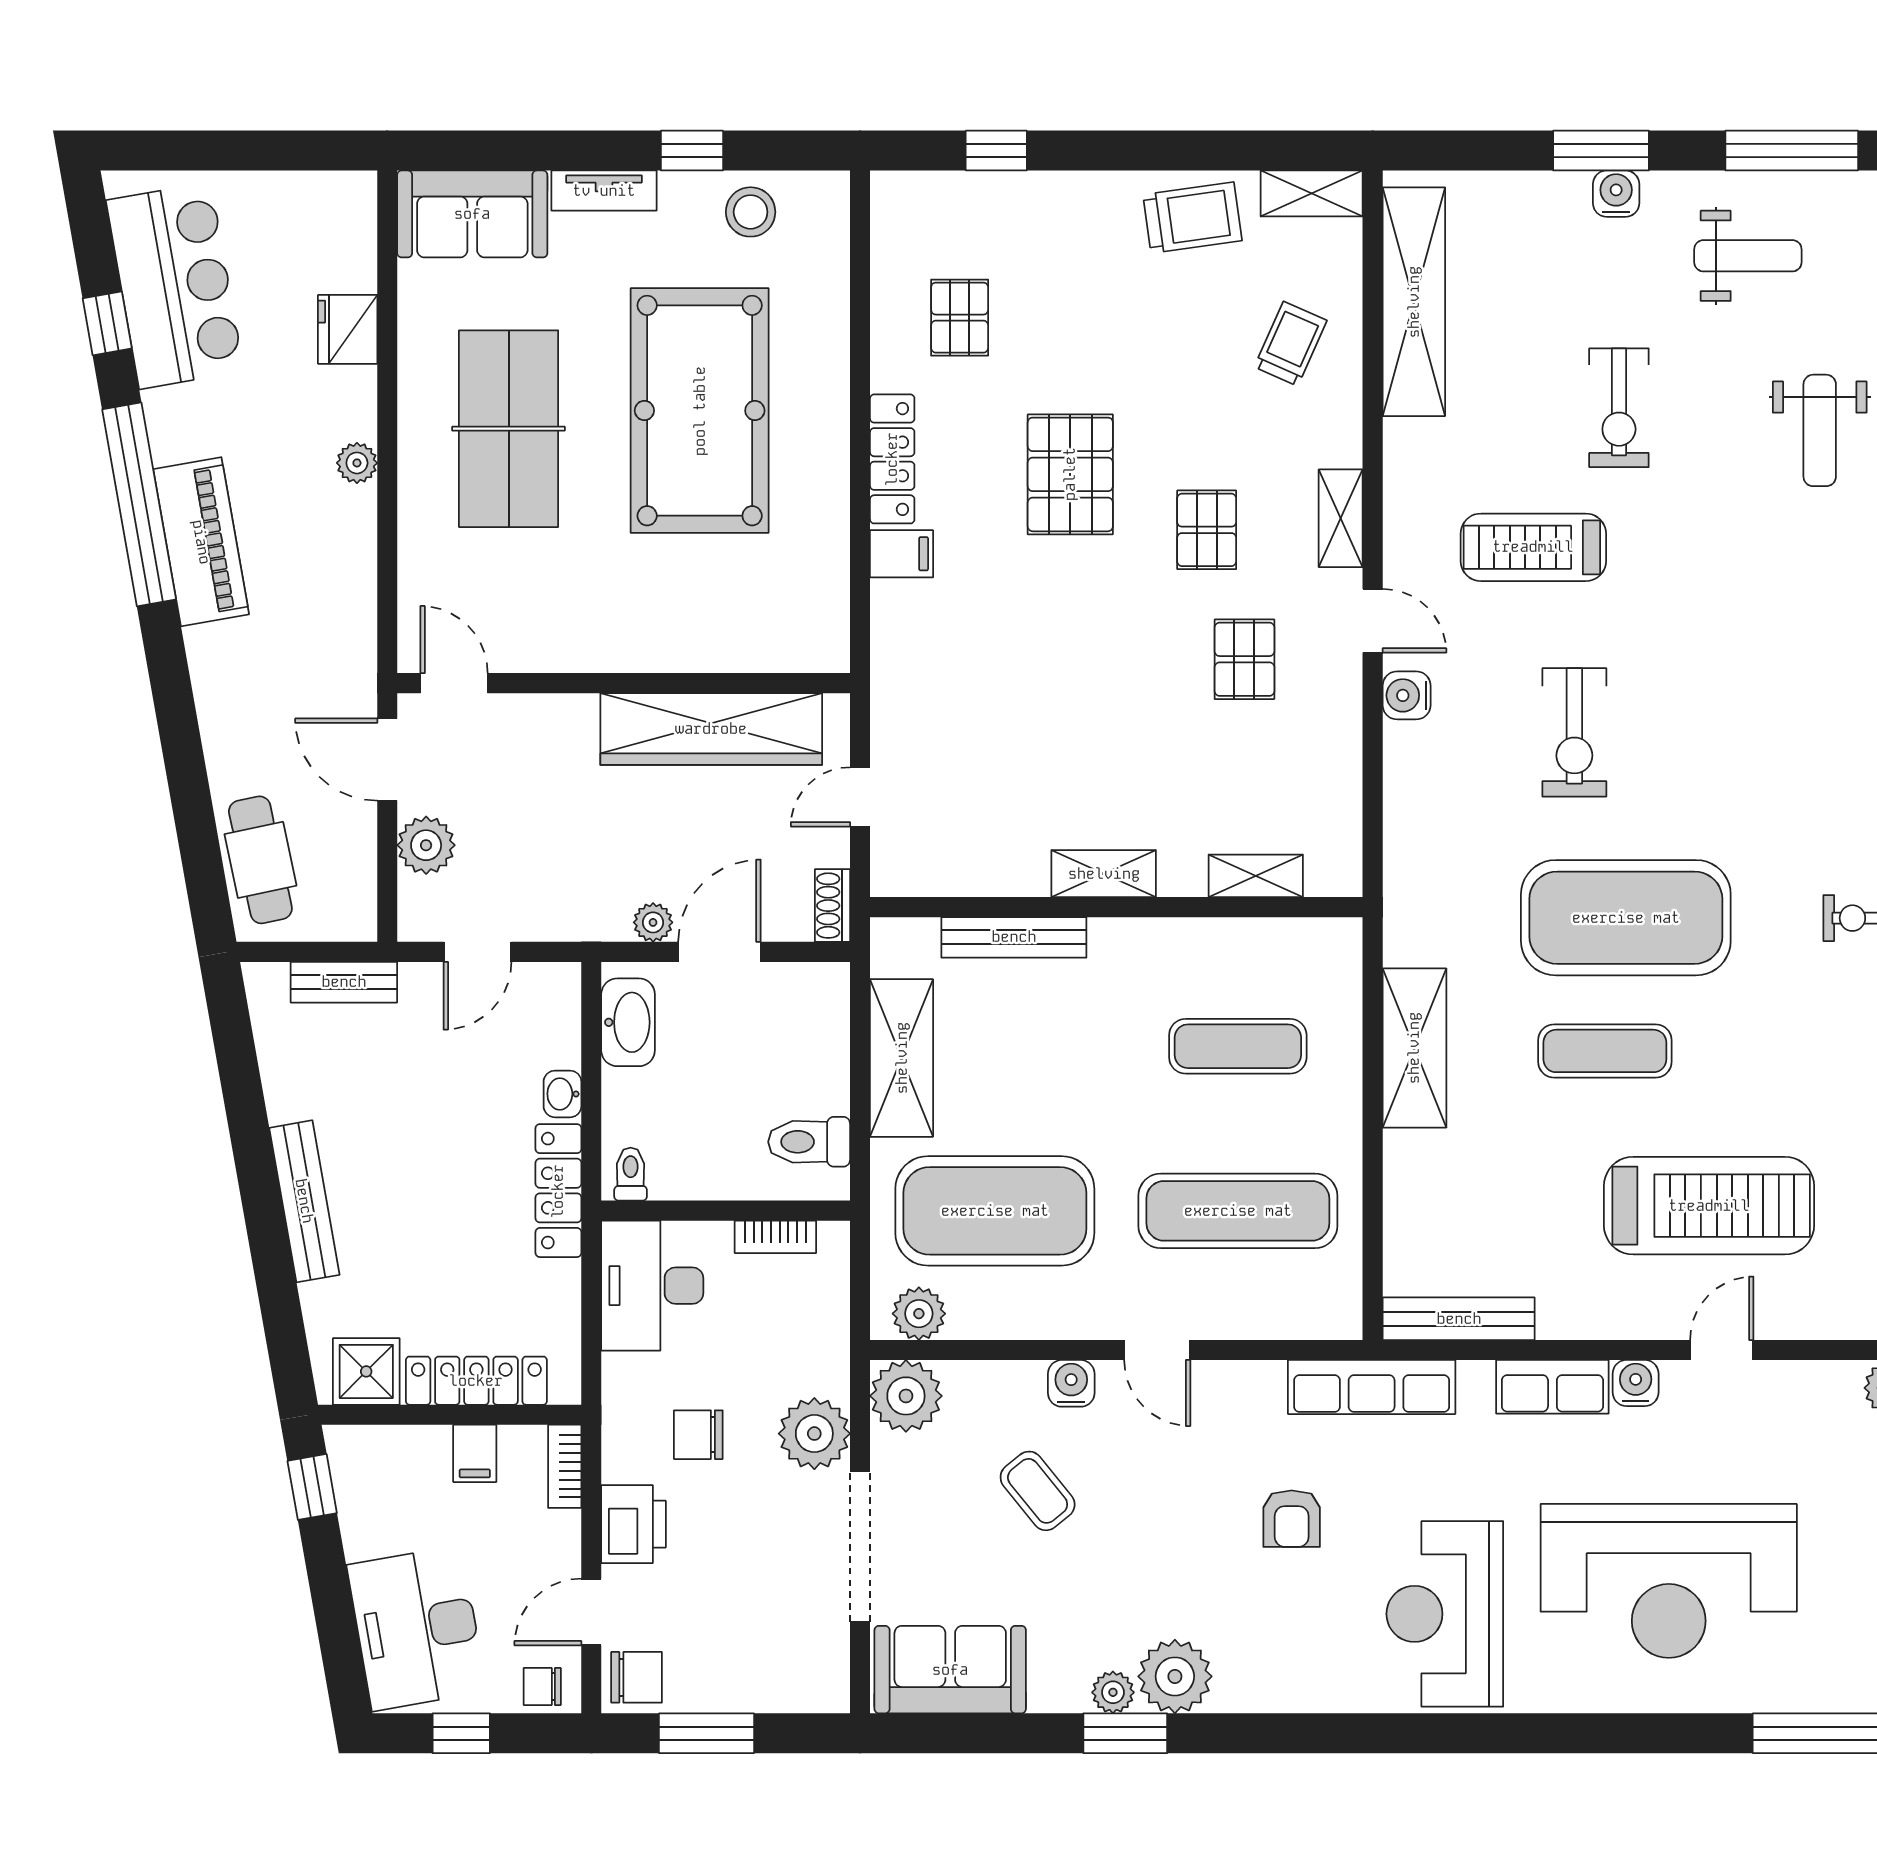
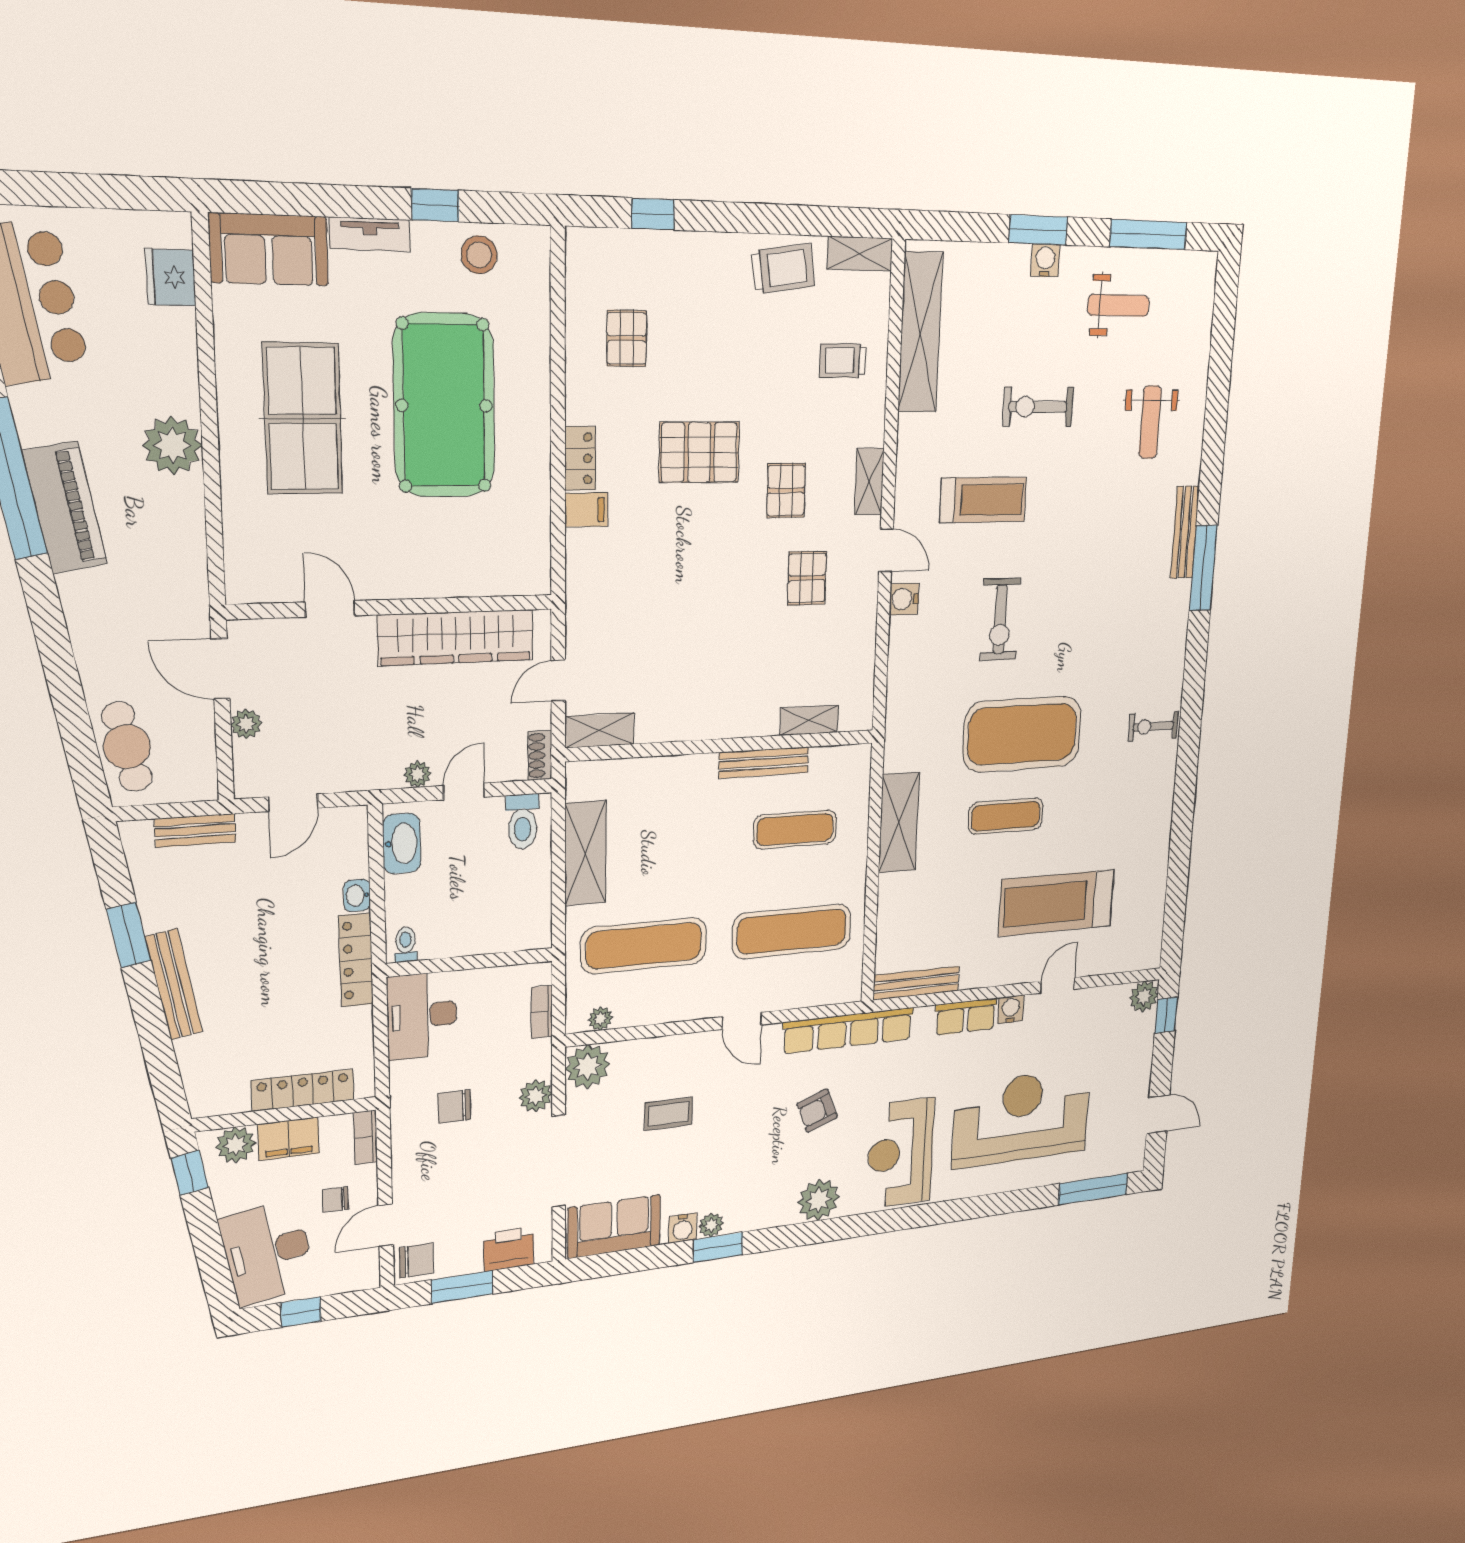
fridge: (348, 329) -> (171, 277), moved
trolley: (1291, 344) -> (843, 361), turned -114
exercise bike: (1619, 408) -> (1038, 407), turned 90
locker: (892, 459) -> (580, 458), width x0.66
plant: (357, 463) -> (172, 445), width x1.88, depth x1.88
pallet: (1070, 474) -> (699, 452), turned 90
treadmill: (1533, 547) -> (983, 500), turned 180
door: (454, 683) -> (330, 609), moved
plant: (426, 845) -> (246, 724), width x0.73, depth x0.73
shelving: (1104, 874) -> (599, 730), moved
bench: (1014, 937) -> (764, 763), moved
door: (719, 952) -> (464, 791), width x0.73
window: (248, 1124) -> (129, 935), added
toilet: (809, 1142) -> (522, 822), moved, turned -90
treadmill: (1709, 1206) -> (1056, 903), turned 180
exercise mat: (995, 1211) -> (644, 946), width x0.68
bookcase: (775, 1237) -> (542, 1012), moved, turned 90
plant: (919, 1314) -> (600, 1019), width x0.73, depth x0.73
shower: (366, 1371) -> (225, 1093), removed
water cooler: (1071, 1383) -> (683, 1228), moved, turned 180
row of seats: (1372, 1387) -> (848, 1031), width x1.36
plant: (814, 1434) -> (536, 1096), width x0.73, depth x0.73
plant: (378, 1453) -> (236, 1145), added
filing cabinet: (475, 1453) -> (289, 1139), width x2.00
coffee table: (1038, 1491) -> (668, 1114), turned -51
armchair: (1292, 1519) -> (817, 1111), turned 69
printer: (633, 1524) -> (509, 1249), moved, turned -90
reception desk: (1669, 1581) -> (1021, 1118), turned 180
plant: (1175, 1676) -> (819, 1200), moved
chair: (542, 1687) -> (335, 1199), moved

